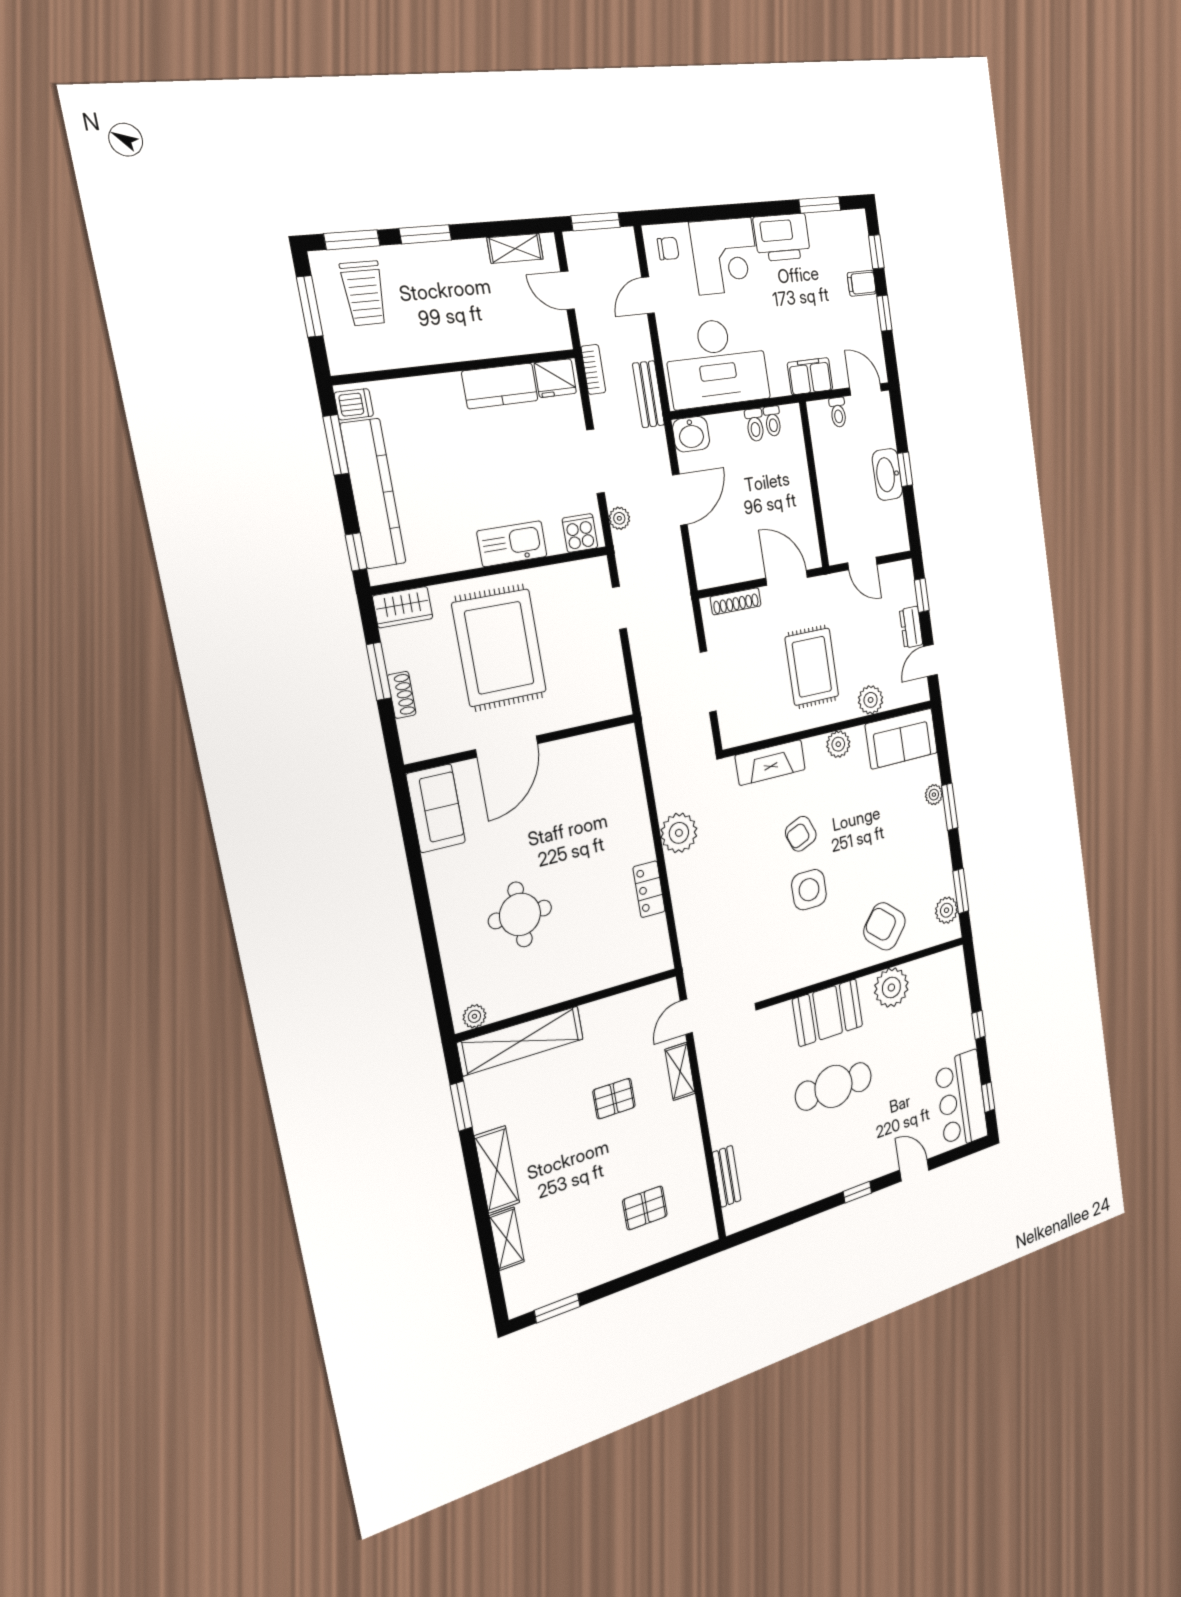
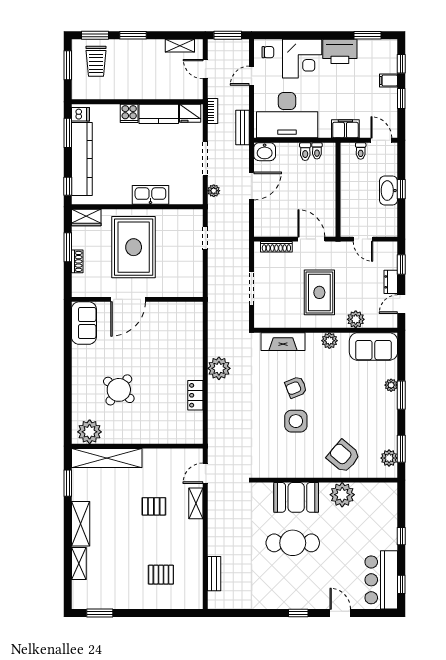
cooker: (580, 533) -> (129, 113), moved, turned 180
round table: (520, 914) -> (119, 390), turned 38
plant: (474, 1016) -> (90, 432), width x1.87, depth x1.87

